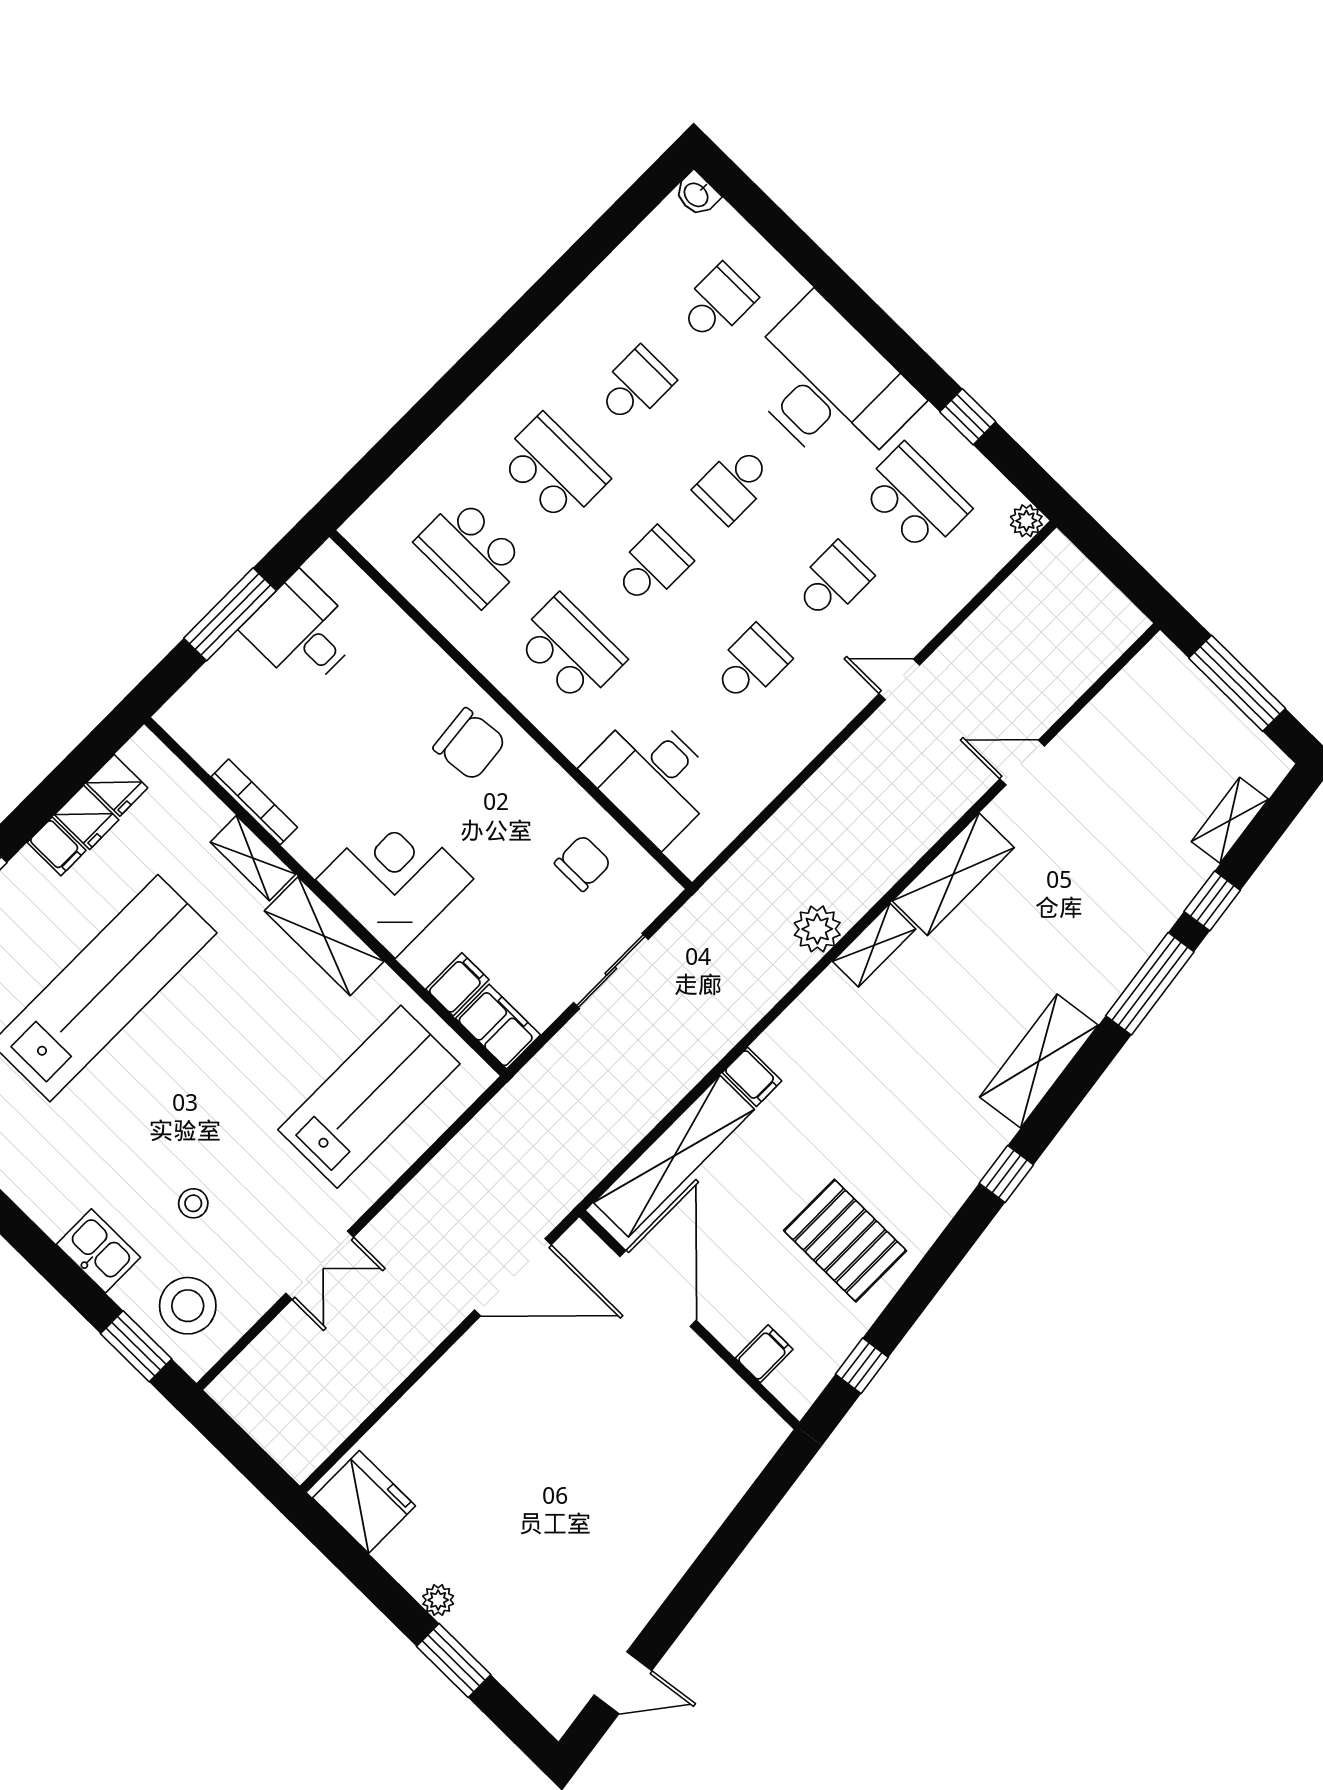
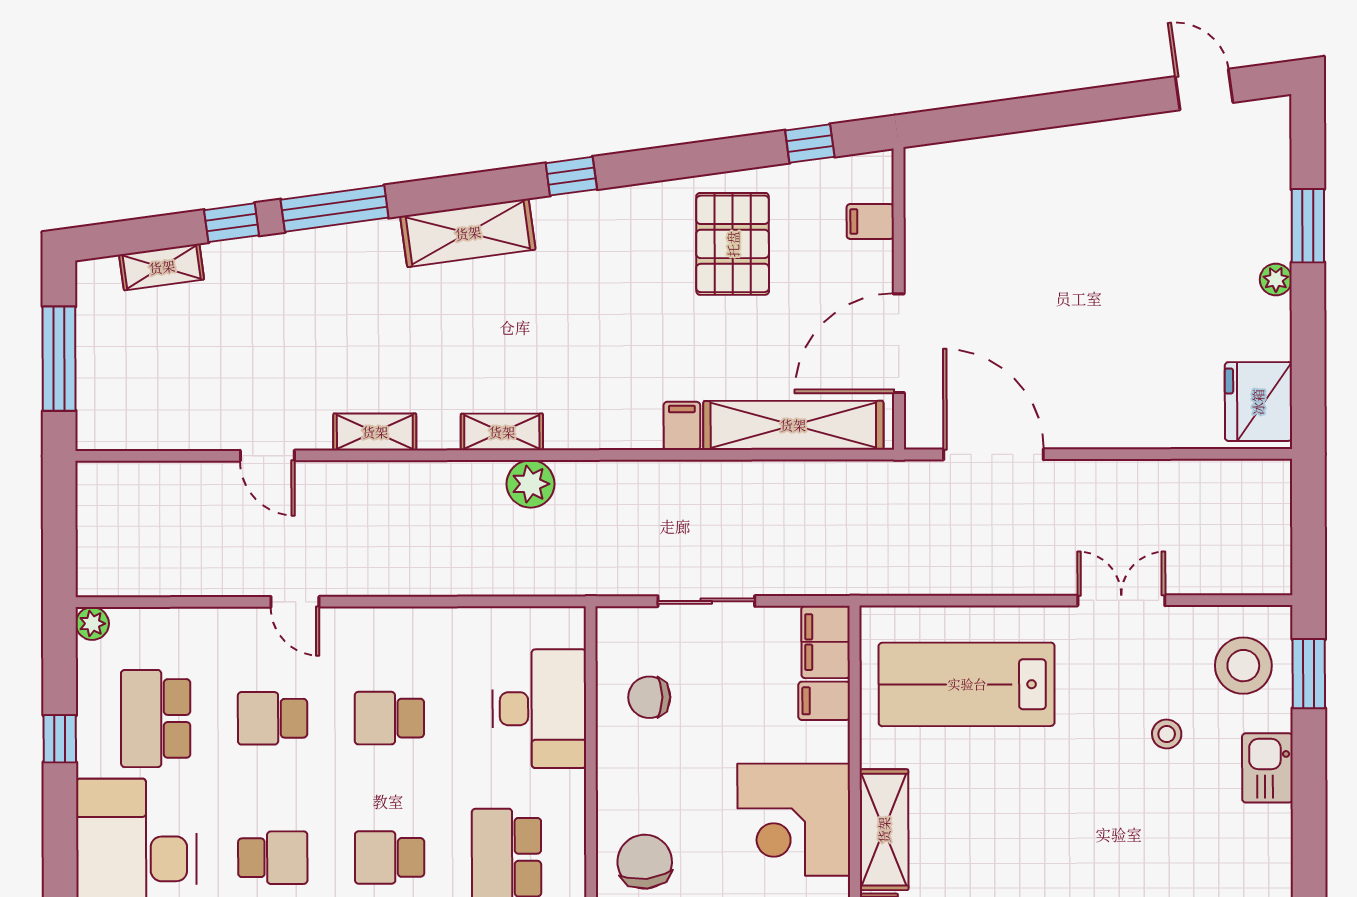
shelving: (953, 874) -> (375, 432), width x0.67, depth x0.75

